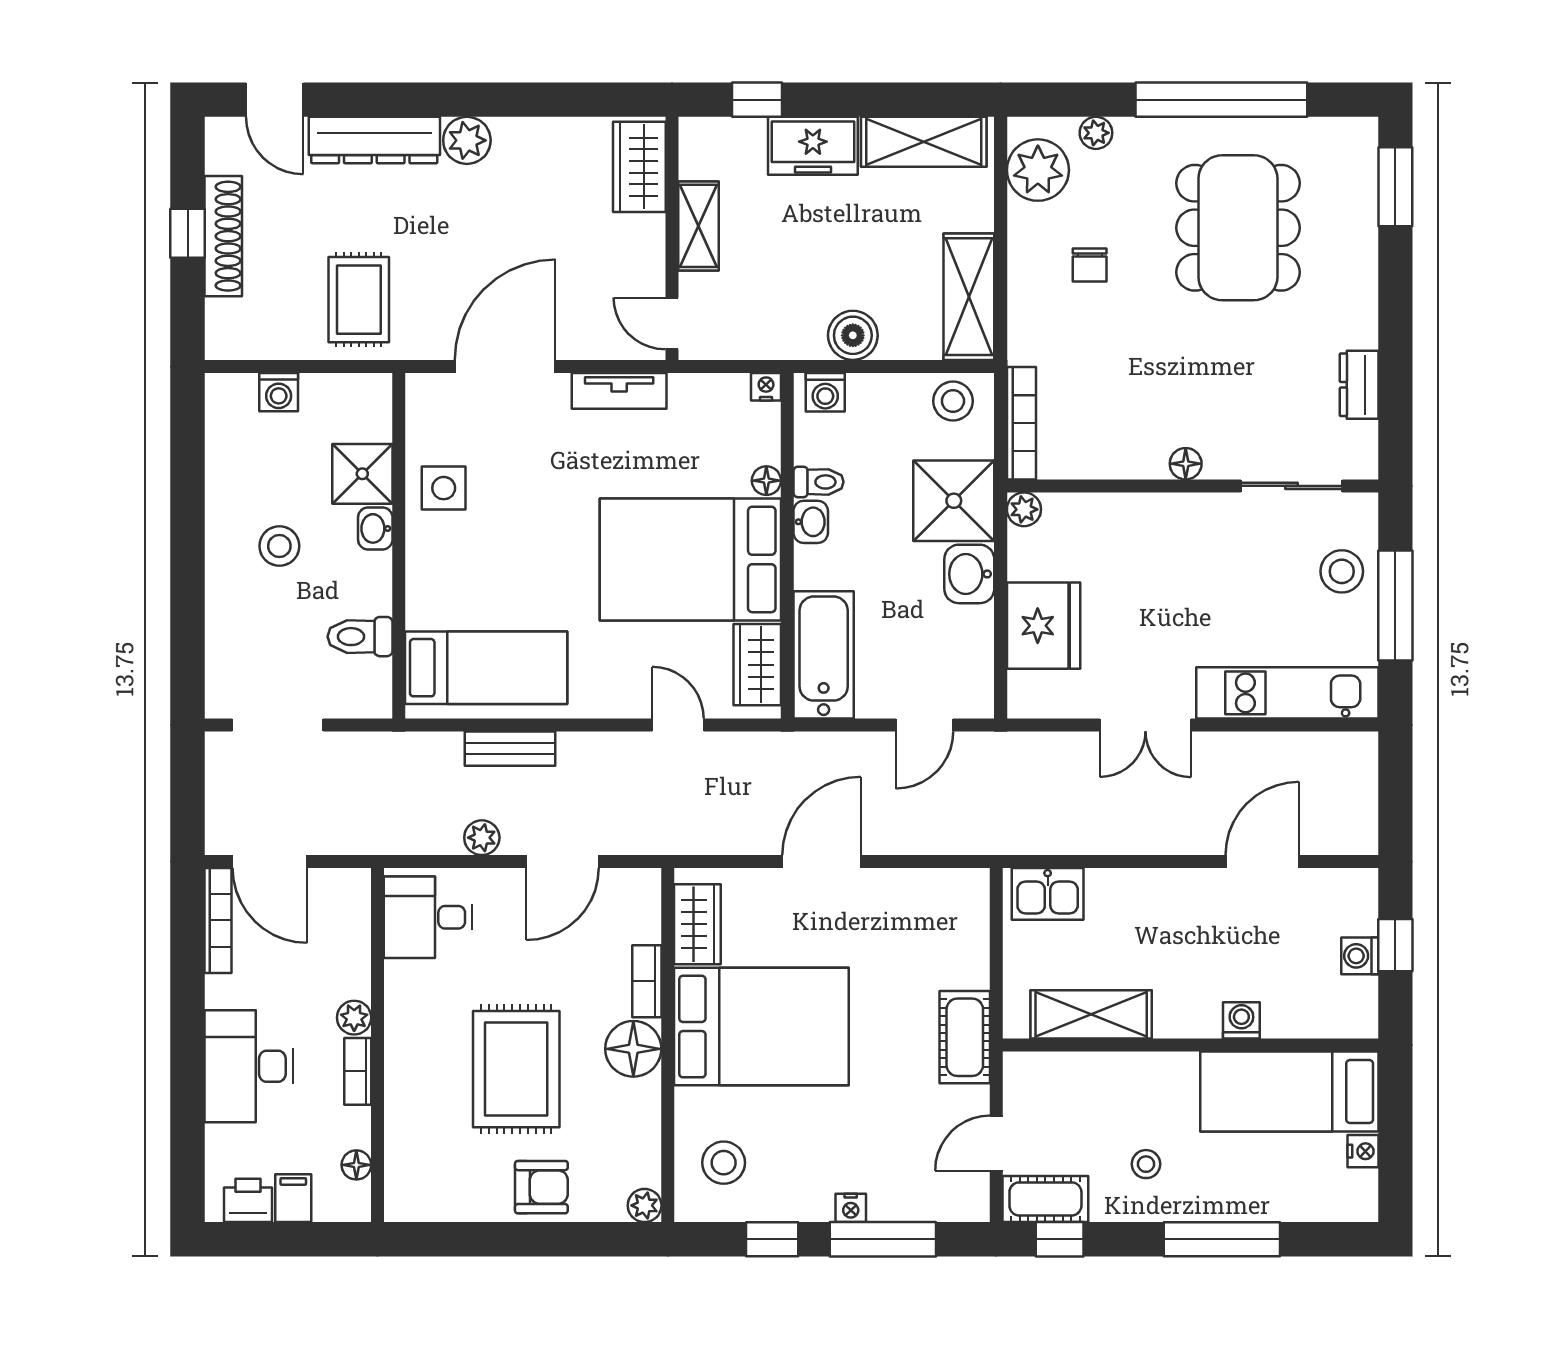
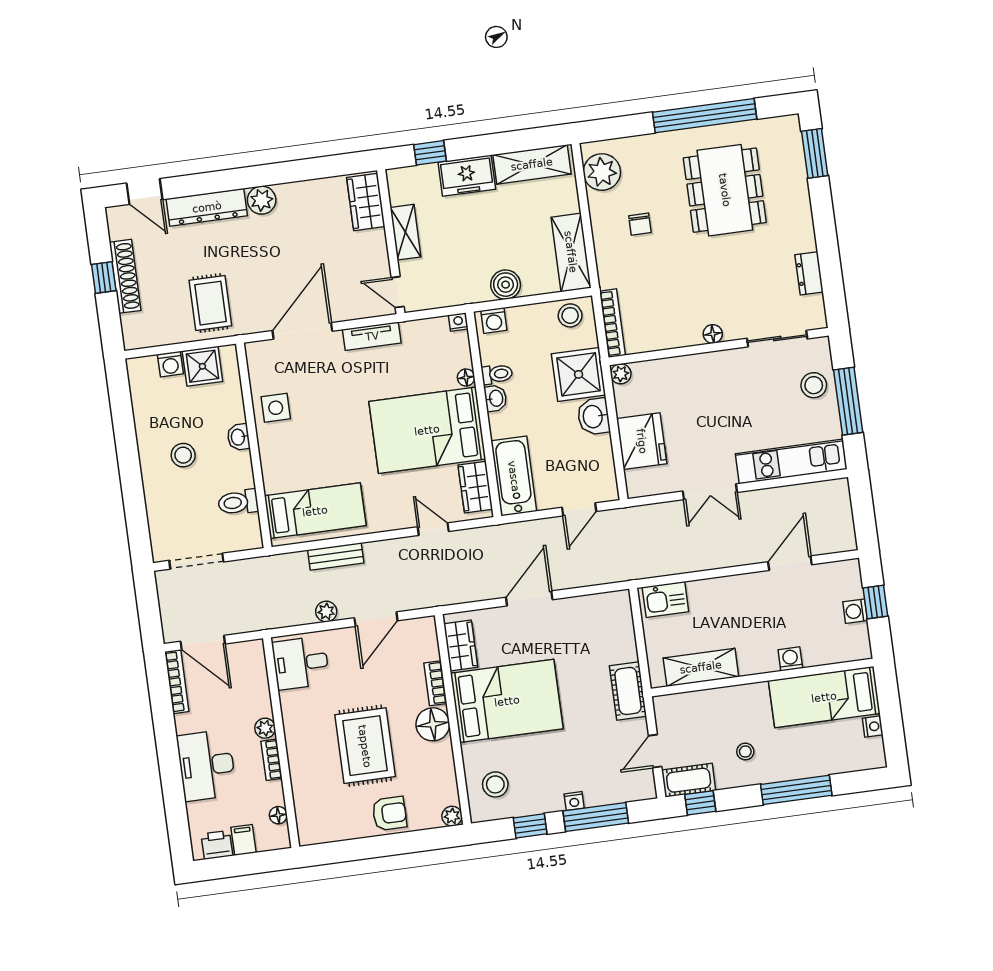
plant: (1096, 133) -> (633, 145), removed
shower: (362, 474) -> (202, 366), moved

